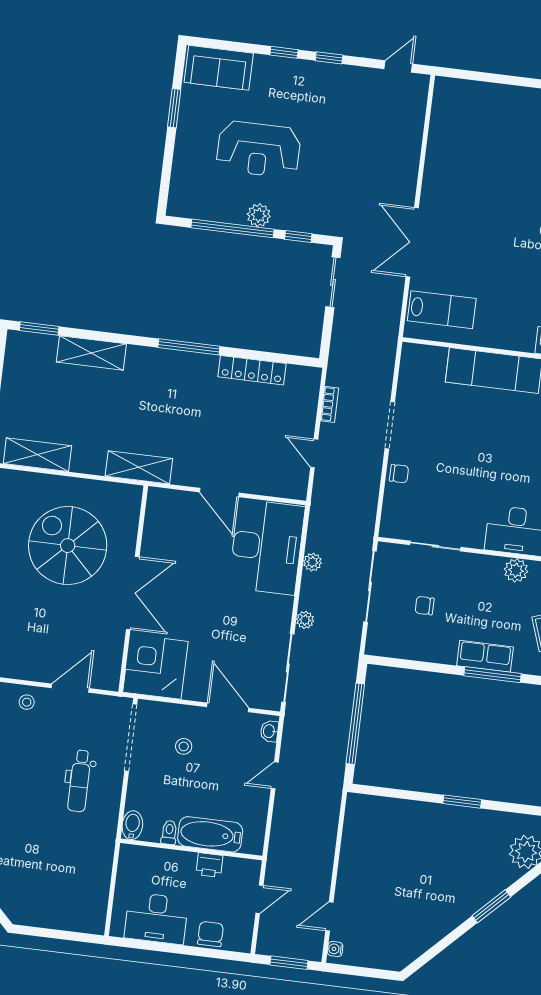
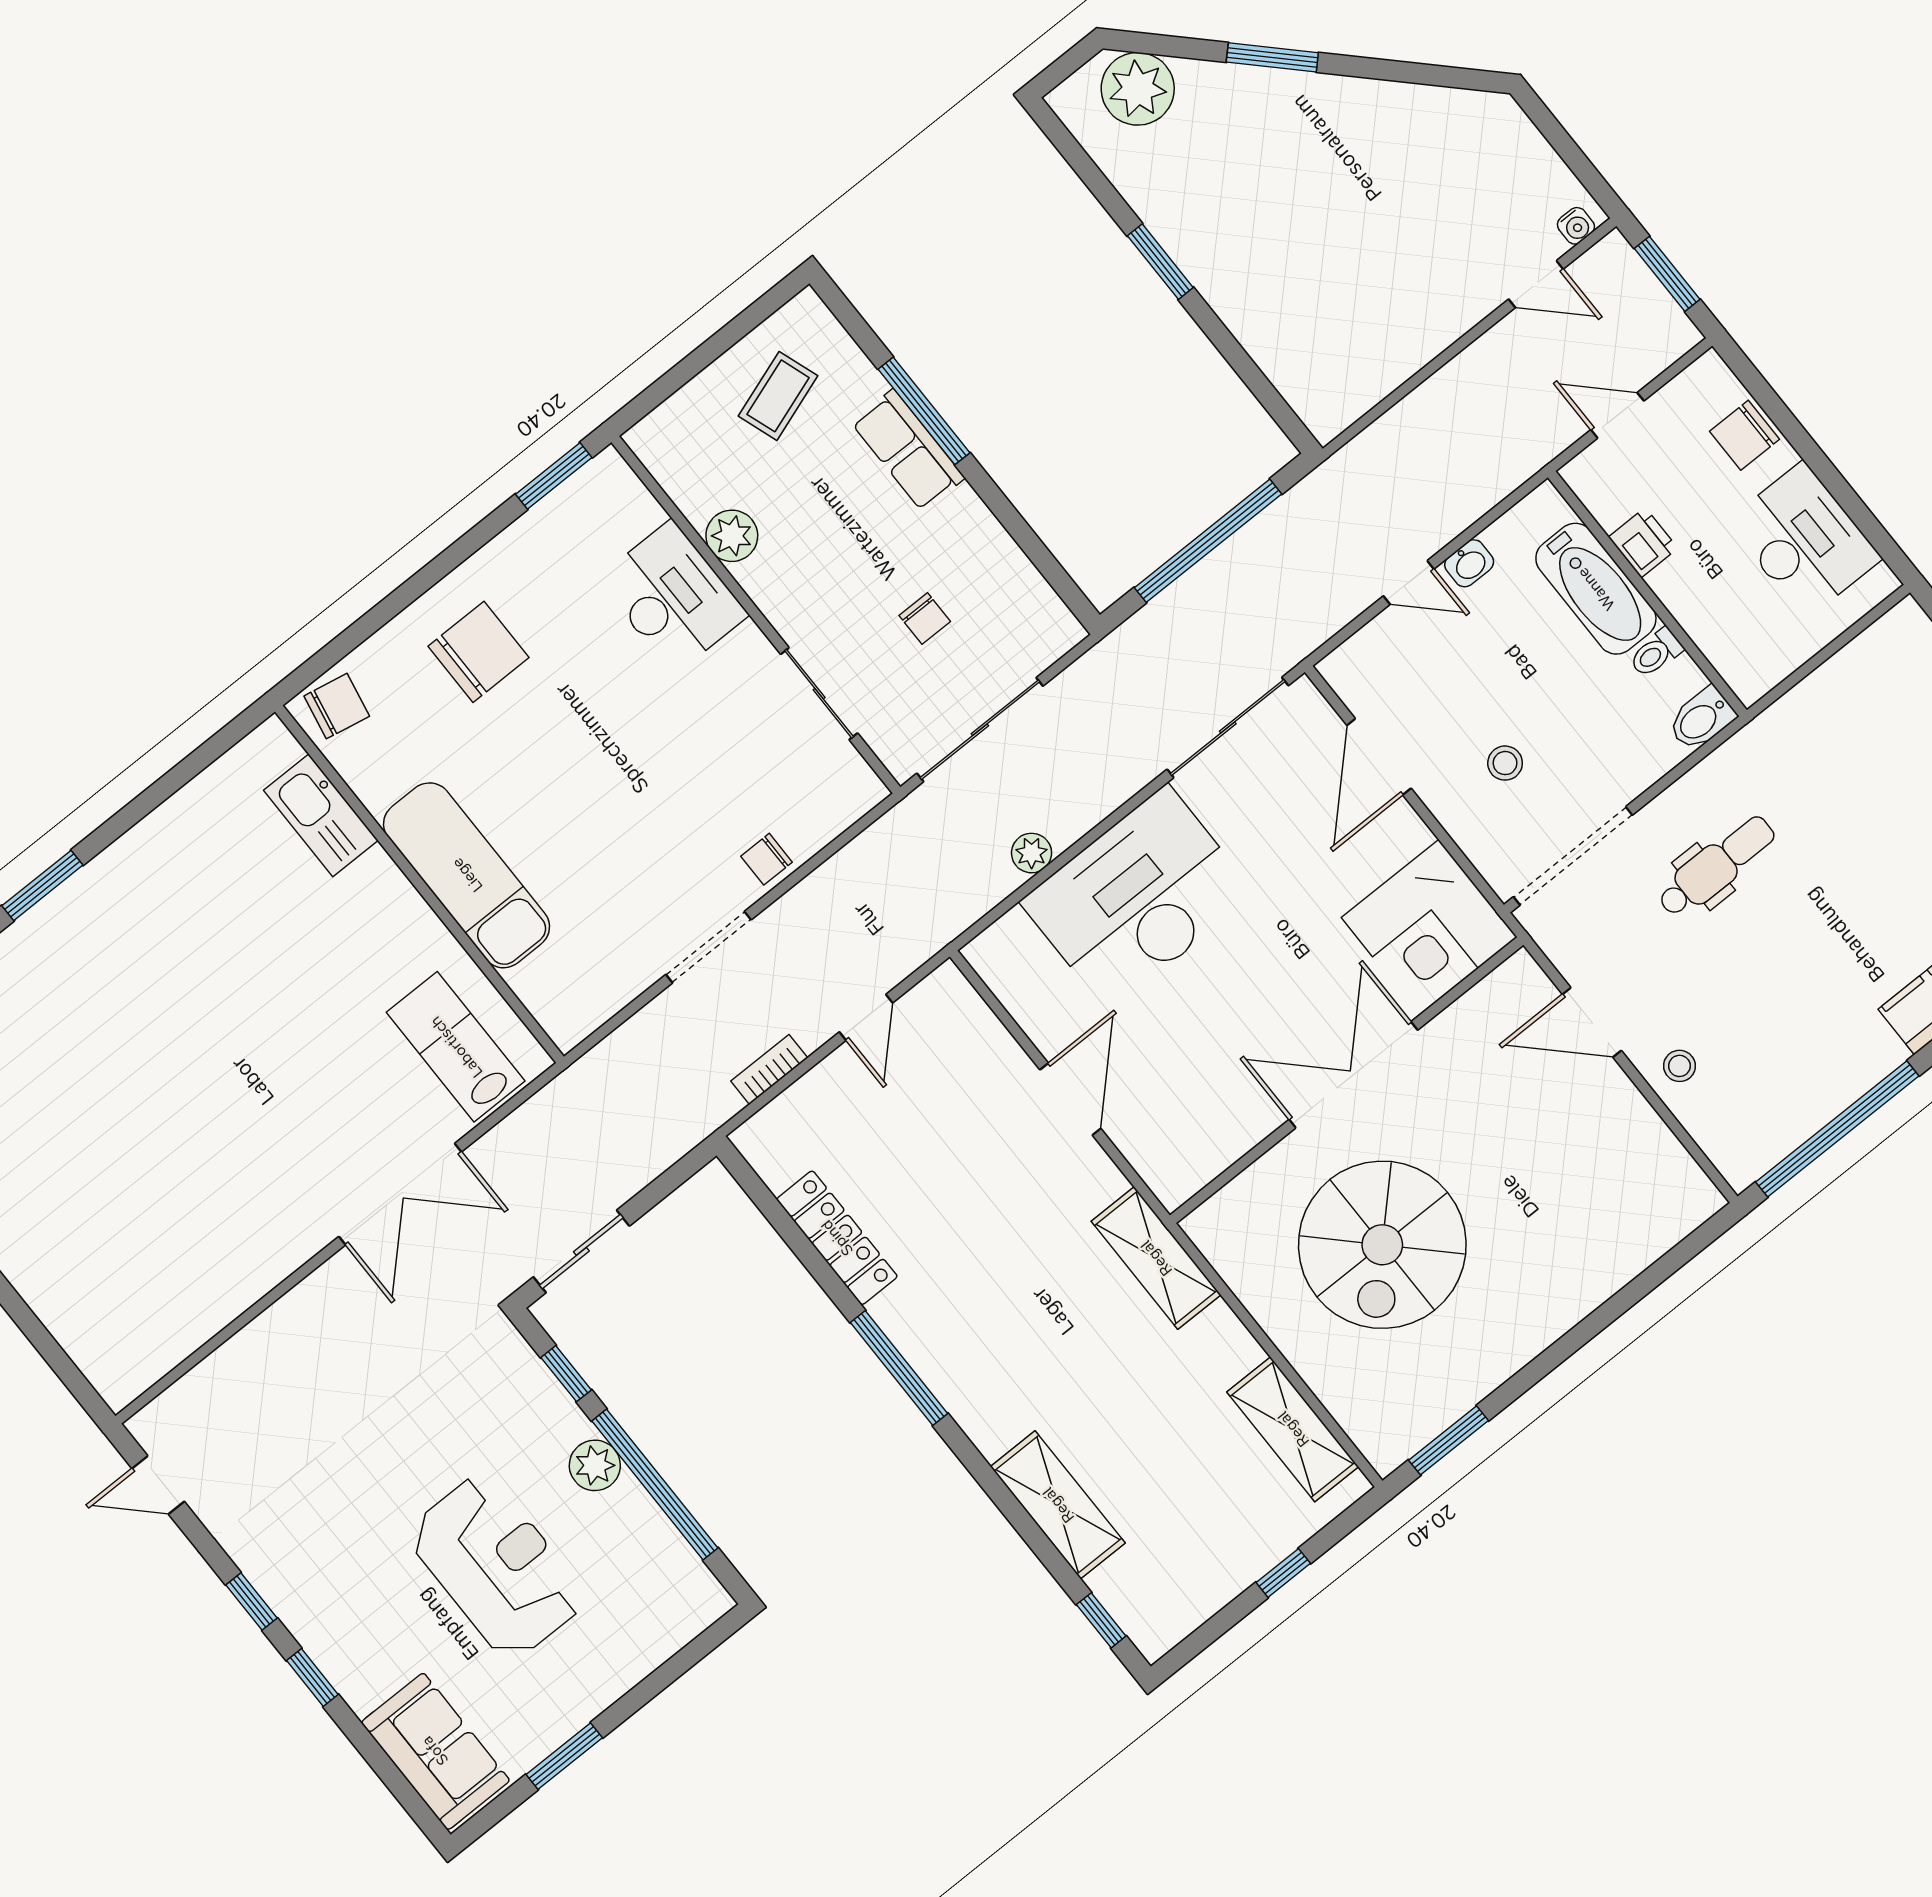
window: (39, 329) -> (1101, 1620), width x0.67
chair: (399, 474) -> (766, 859), turned -90
desk: (267, 547) -> (1138, 898), moved
plant: (305, 620) -> (1130, 775), removed
washbasin: (269, 731) -> (1469, 563), moved

